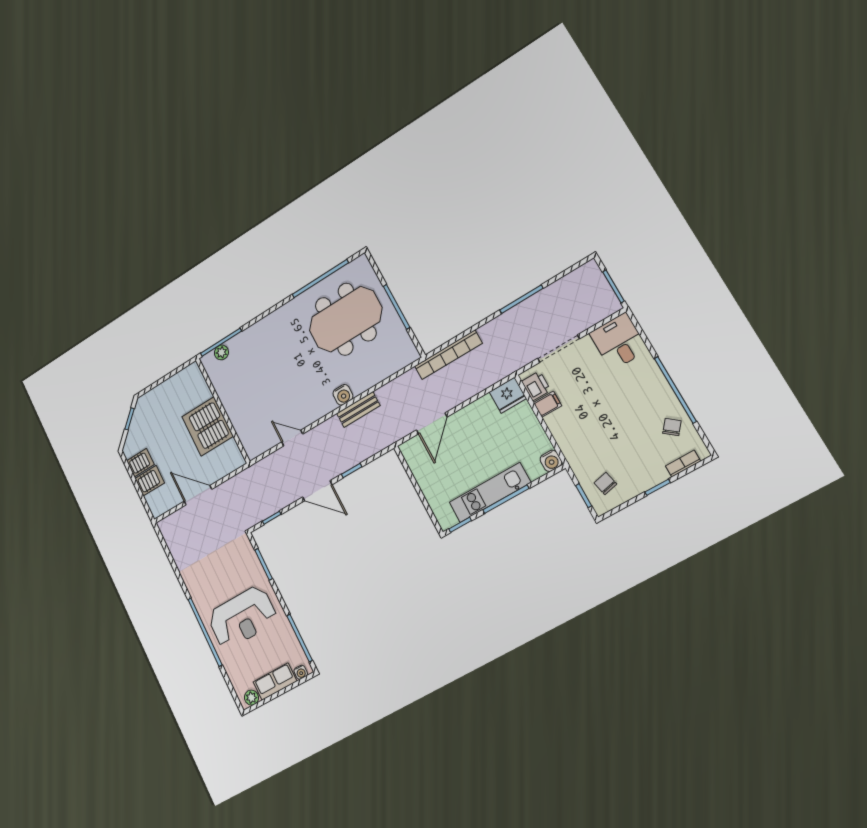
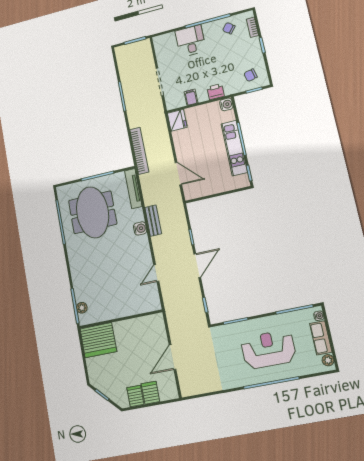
desk: (619, 342) -> (191, 41), moved, turned 90
tv unit: (393, 366) -> (133, 189), added
printer: (536, 386) -> (216, 92), moved
server rack: (208, 426) -> (98, 340), moved
reception desk: (242, 617) -> (268, 349), turned -90

